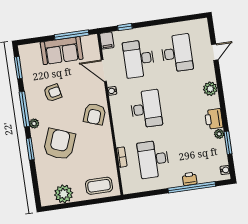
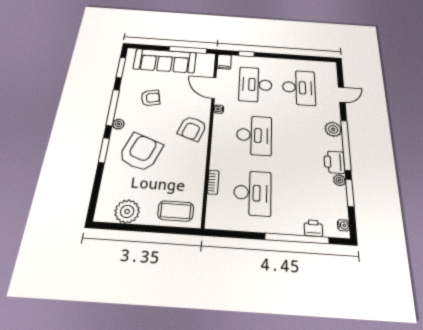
sofa: (62, 51) -> (165, 61), width x1.36
window: (222, 101) -> (346, 145), added
desk: (153, 159) -> (253, 193), turned 180
printer: (190, 179) -> (313, 228), moved

